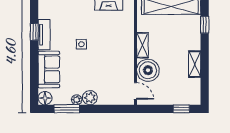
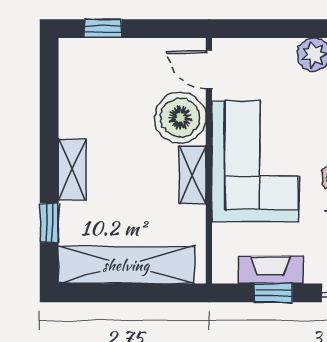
corner sofa: (115, 51) -> (255, 161), added
shelving: (195, 64) -> (72, 170), moved

